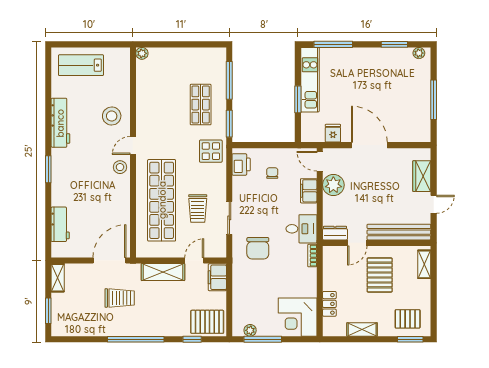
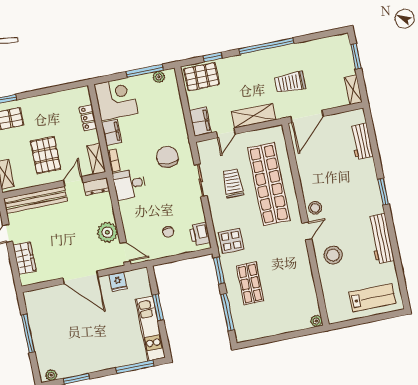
filing cabinet: (309, 191) -> (112, 132), moved
shelving: (362, 330) -> (96, 159), moved, turned 90

